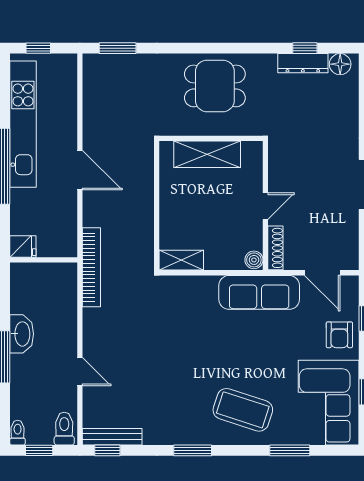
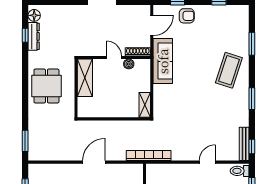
shelving: (207, 154) -> (85, 78), moved
boiler: (254, 260) -> (129, 64), moved
corner sofa: (329, 403) -> (225, 22), removed

